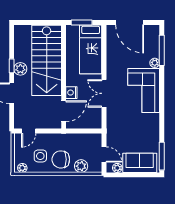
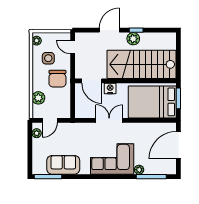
bed: (91, 49) -> (152, 102), width x1.50
chair: (61, 159) -> (57, 79), moved, turned 180
sofa: (140, 163) -> (63, 165), moved, turned -90

